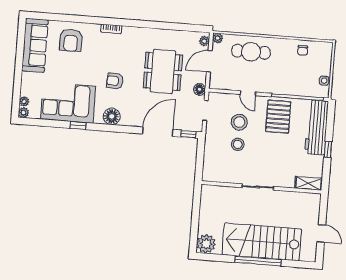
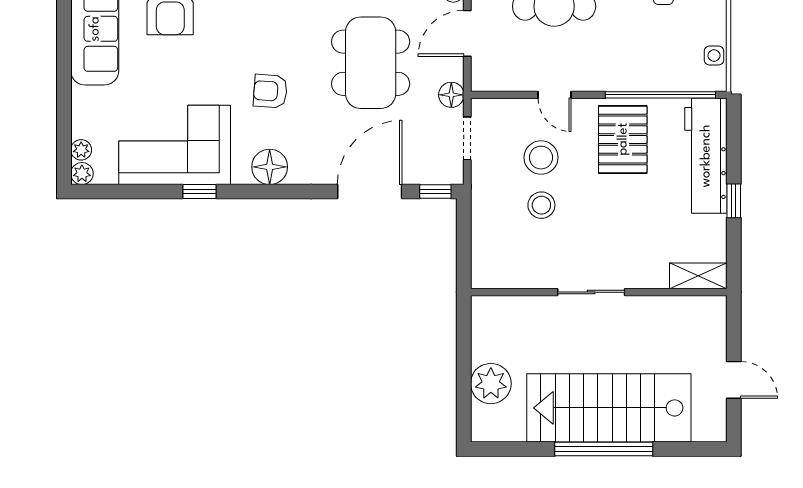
plant: (206, 244) -> (491, 384), moved

